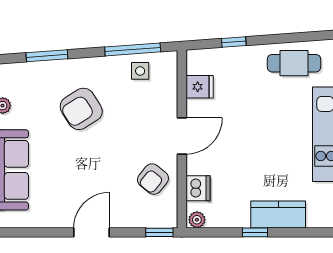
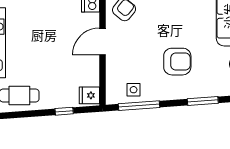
fridge: (200, 87) -> (89, 95), moved
armchair: (81, 109) -> (177, 62), turned 32

